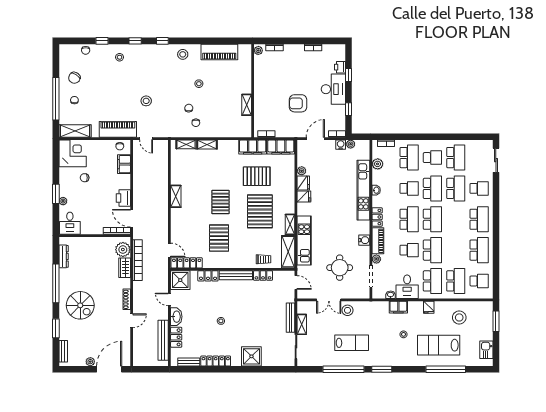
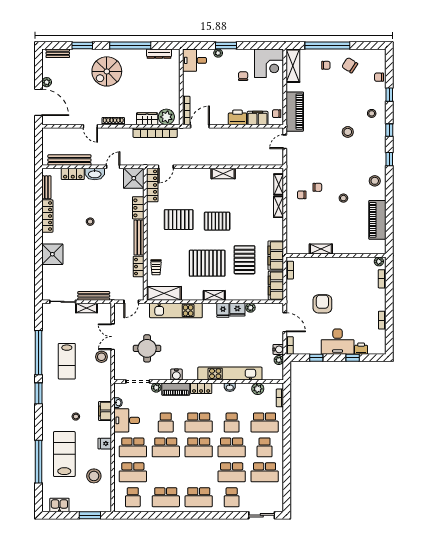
stool: (146, 101) -> (348, 132), moved
printer: (123, 198) -> (237, 117), moved
shelving: (290, 224) -> (214, 295), moved

